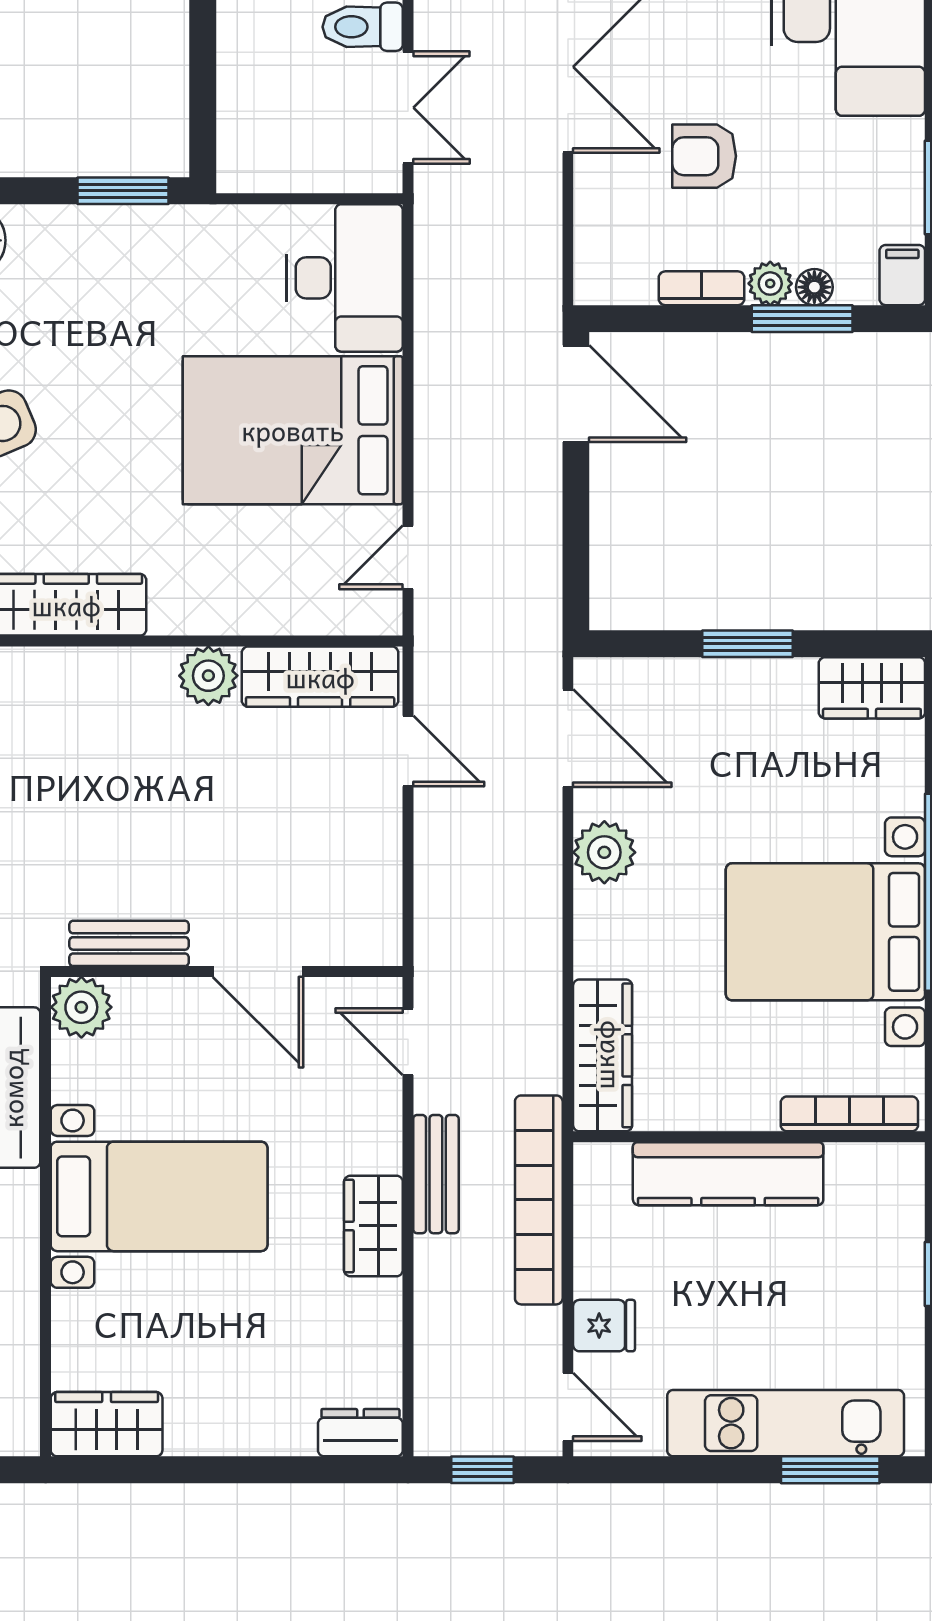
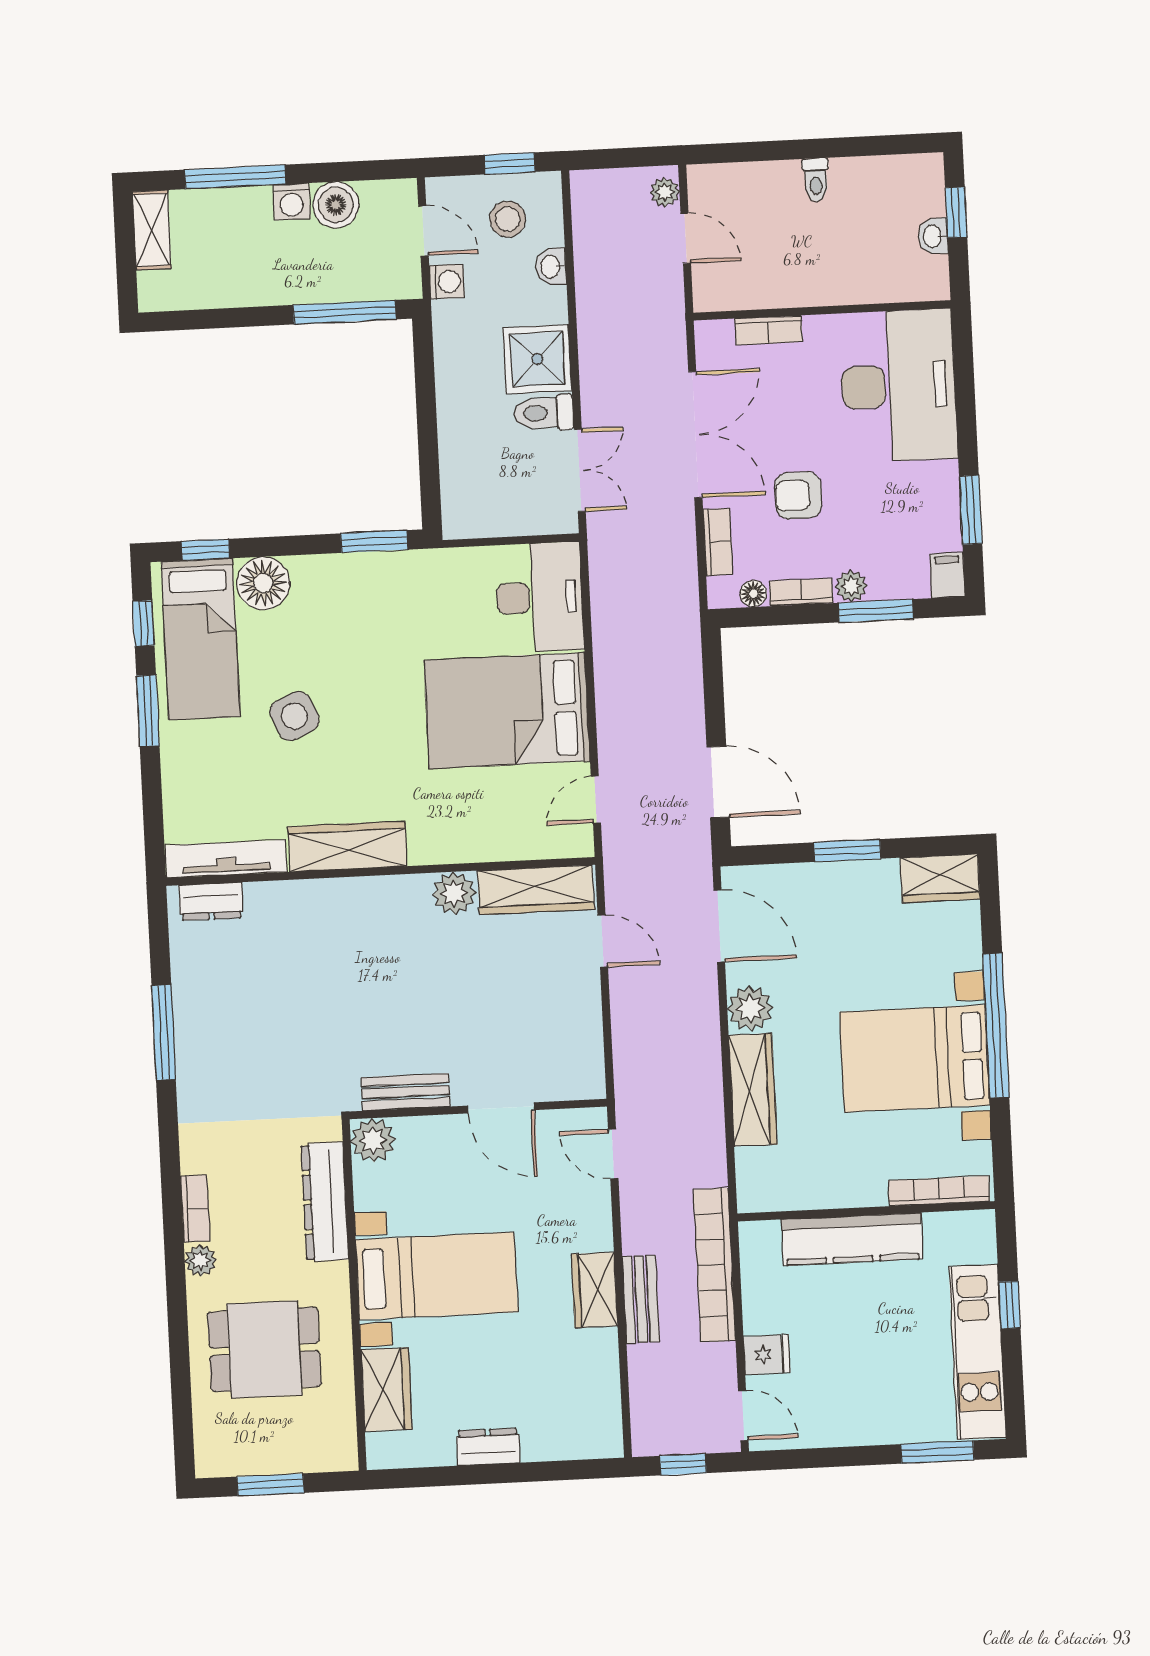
bookcase: (591, 214) -> (718, 542), added
floor lamp: (814, 287) -> (753, 594), moved
door: (576, 394) -> (718, 782), moved
wardrobe: (603, 1055) -> (753, 1090), moved
bench: (436, 1174) -> (641, 1299), moved
kitchen unit: (786, 1423) -> (978, 1352), moved, turned -90
wardrobe: (107, 1424) -> (387, 1389), moved, turned 90
dresser: (360, 1433) -> (488, 1447), moved

